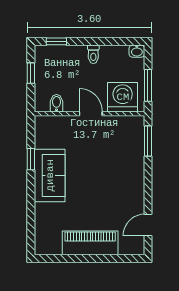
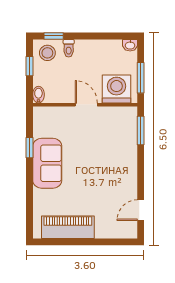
toilet: (93, 54) -> (69, 48), moved
stool: (50, 59) -> (47, 53), added
bidet: (57, 103) -> (38, 95), moved
piano: (90, 243) -> (68, 227), moved

